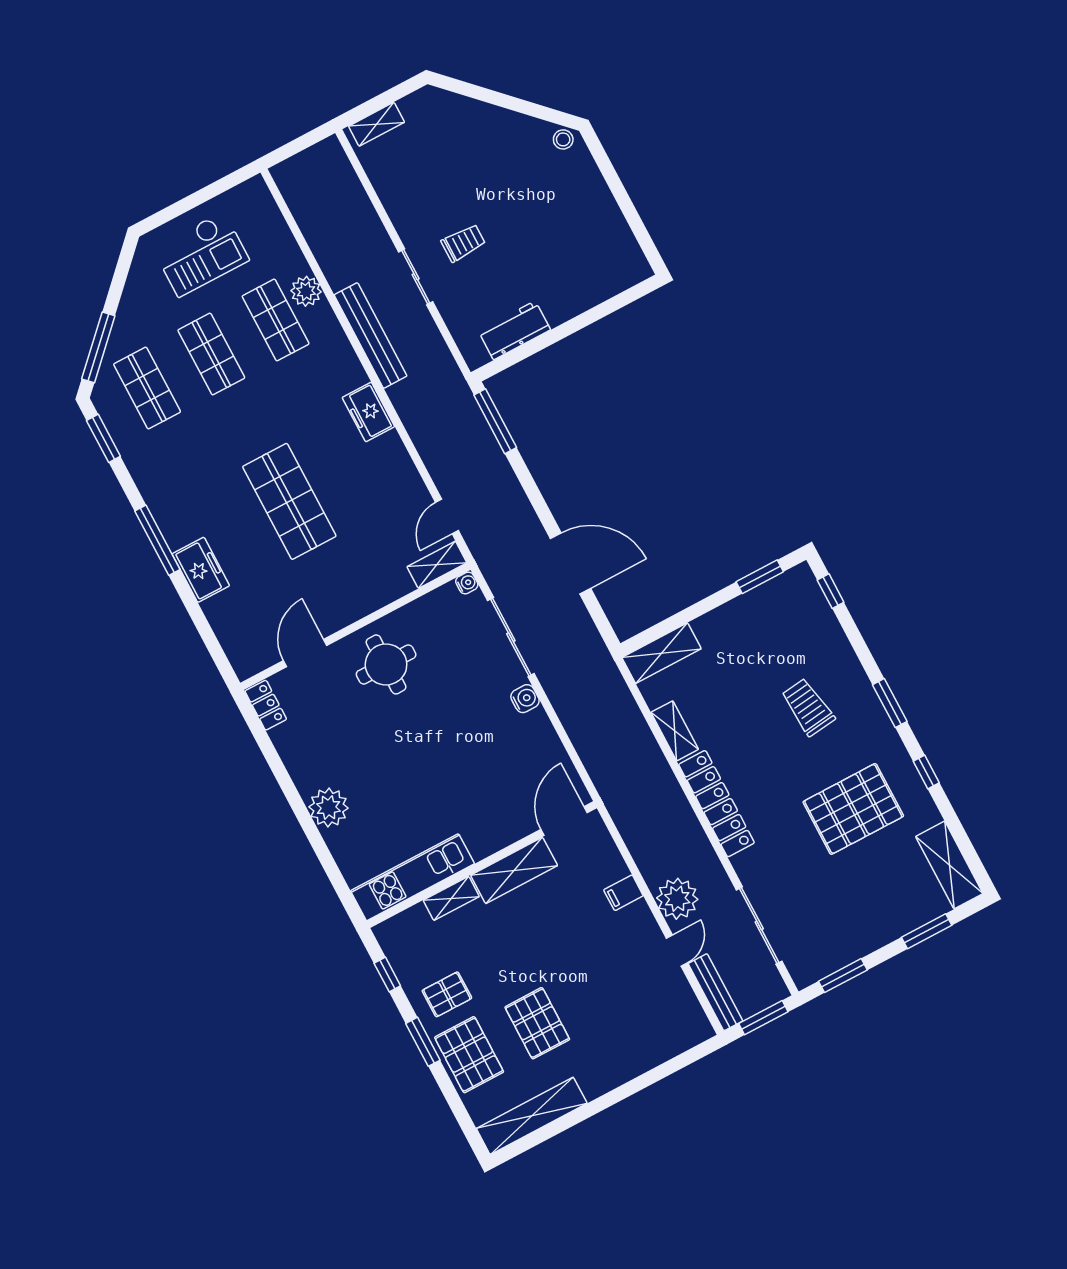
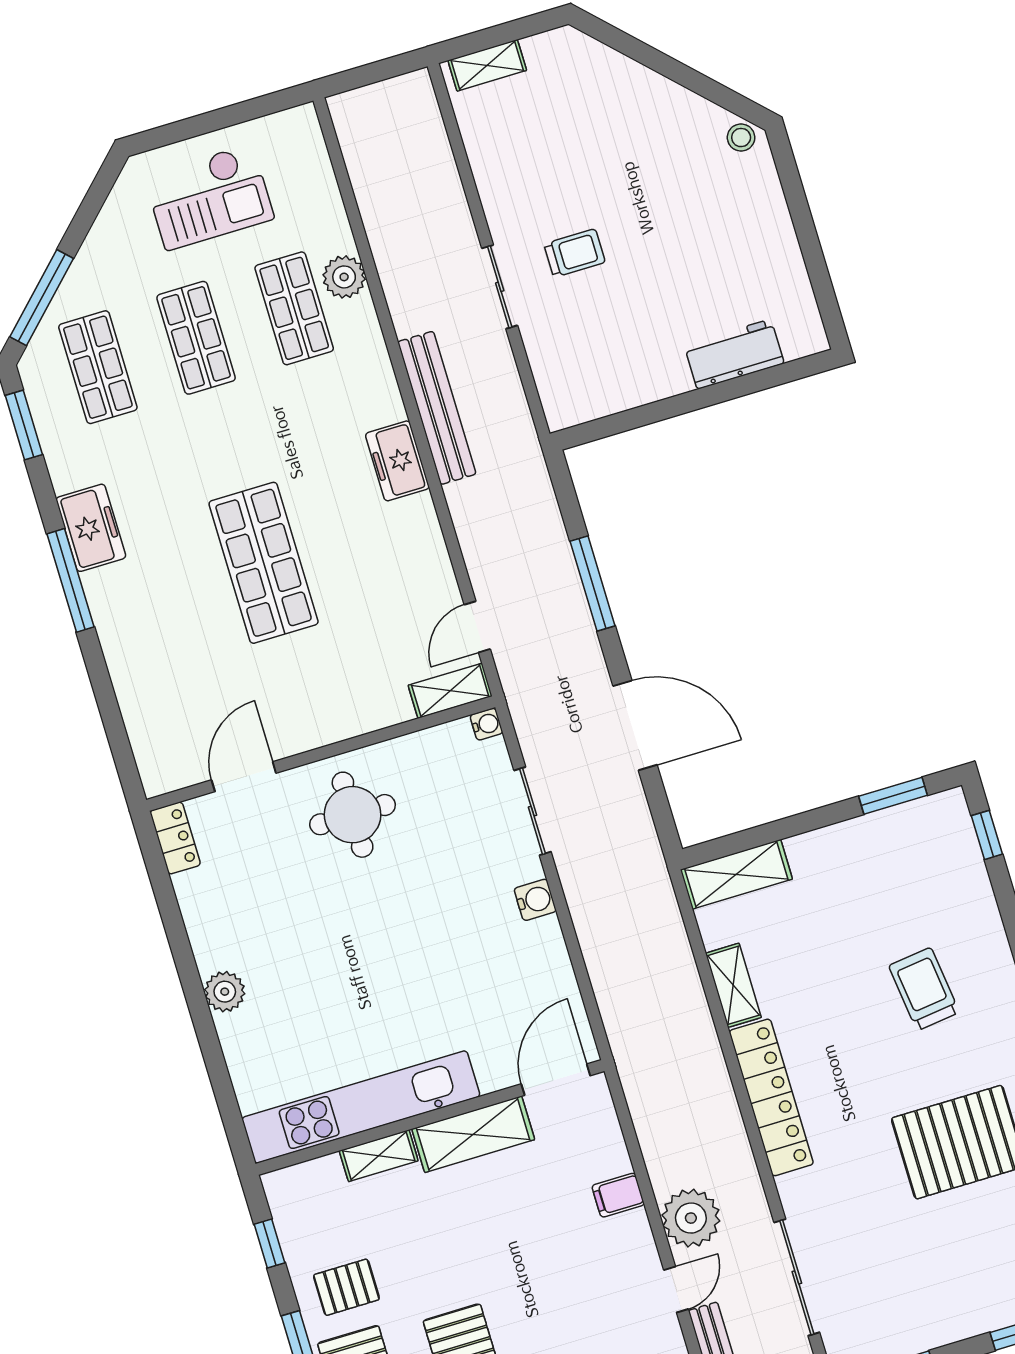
workbench: (514, 330) -> (734, 354), moved
bench: (371, 335) -> (437, 408), moved
window: (495, 421) -> (593, 584), moved
freezer: (201, 570) -> (91, 528), moved
sliding door: (511, 637) -> (533, 811), width x0.73
plant: (329, 807) -> (225, 992), width x0.73, depth x0.73
kitchen unit: (412, 877) -> (361, 1107), width x1.36

